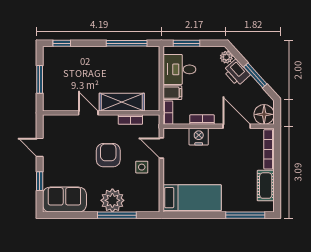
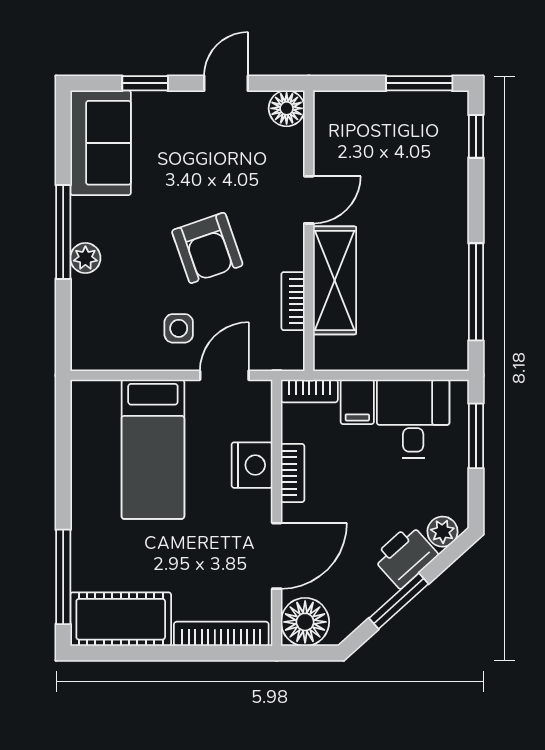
window: (40, 79) -> (419, 83), moved
floor lamp: (50, 122) -> (287, 108), added
armchair: (108, 155) -> (207, 248), turned 71
cot: (266, 186) -> (121, 619), width x1.37, depth x1.34
bed: (192, 198) -> (153, 449), moved
plant: (112, 200) -> (85, 258), width x0.53, depth x0.53
window: (117, 215) -> (63, 232), moved

